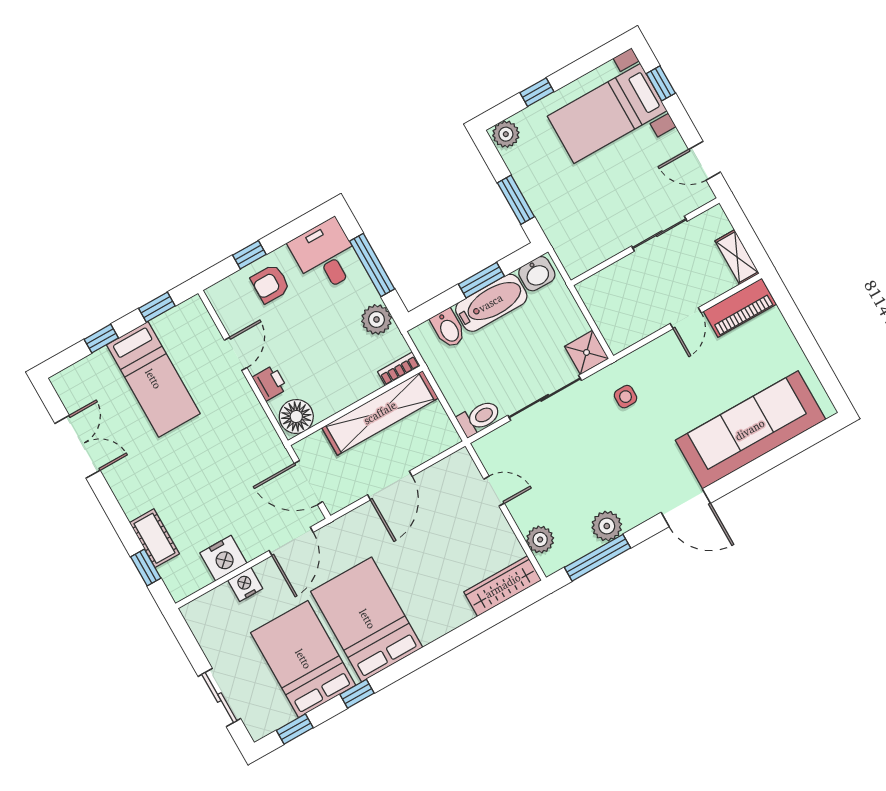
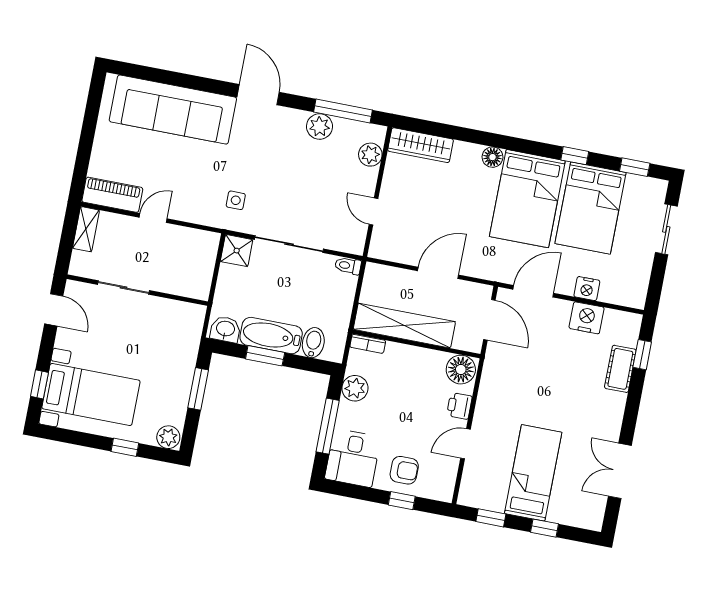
toilet: (479, 418) -> (348, 266), width x0.73, depth x0.72
floor lamp: (429, 630) -> (492, 157), added

